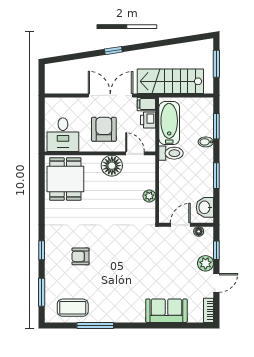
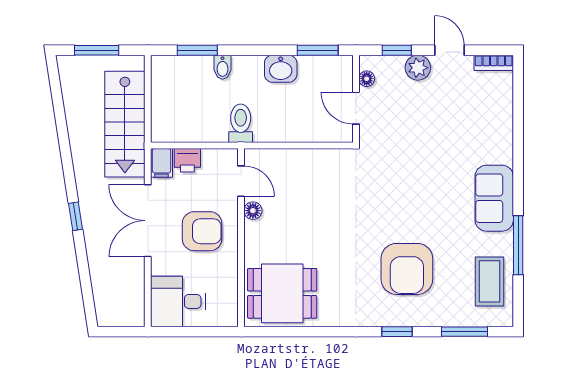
bathtub: (169, 123) -> (192, 126), removed
armchair: (104, 129) -> (202, 231), turned 180
desk: (63, 135) -> (178, 301), moved, turned 180
door: (135, 153) -> (241, 181), swing flipped
floor lamp: (112, 166) -> (253, 211), width x0.53, depth x0.53
window: (216, 176) -> (318, 50), moved
plant: (149, 196) -> (310, 158), removed
washbasin: (205, 207) -> (281, 69), moved
armchair: (80, 256) -> (407, 269), width x1.88, depth x1.88
sofa: (166, 311) -> (494, 198), moved

